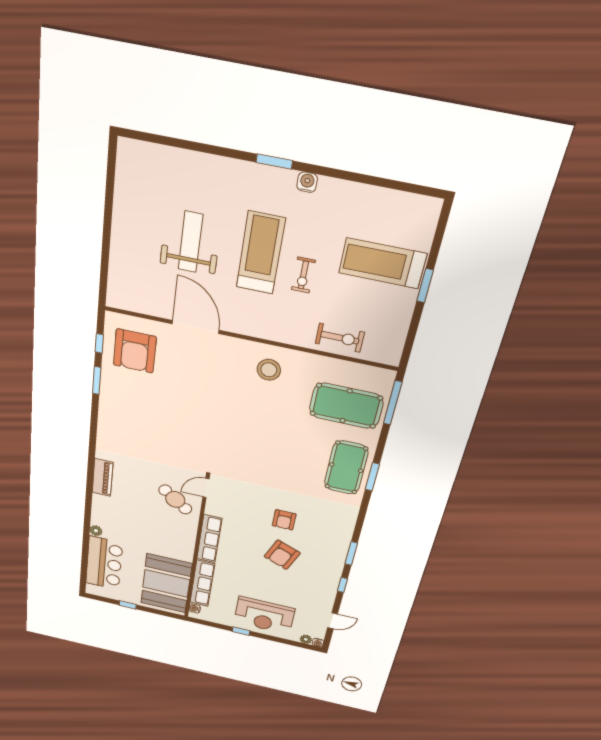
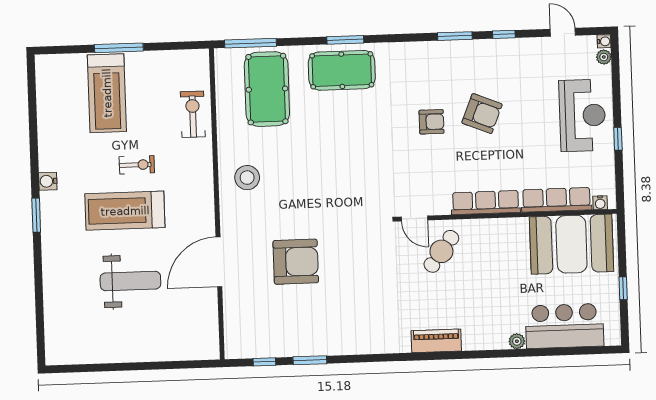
weight bench: (191, 242) -> (130, 281), turned 180
window: (425, 286) -> (119, 48), width x1.44
armchair: (135, 351) -> (296, 262), moved

